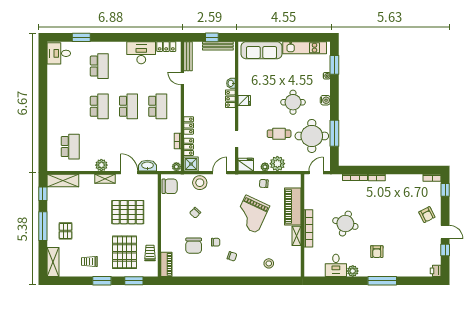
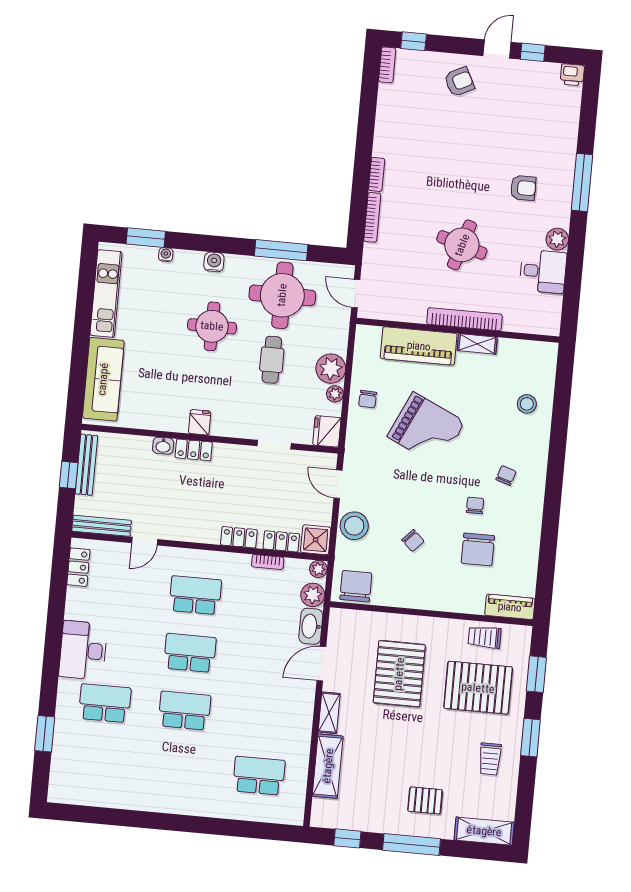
desk: (59, 53) -> (72, 781), removed
desk: (141, 53) -> (83, 650), moved
plant: (101, 165) -> (313, 595), moved
shelving: (63, 181) -> (328, 766), moved
chair: (194, 246) -> (478, 549), turned 90

